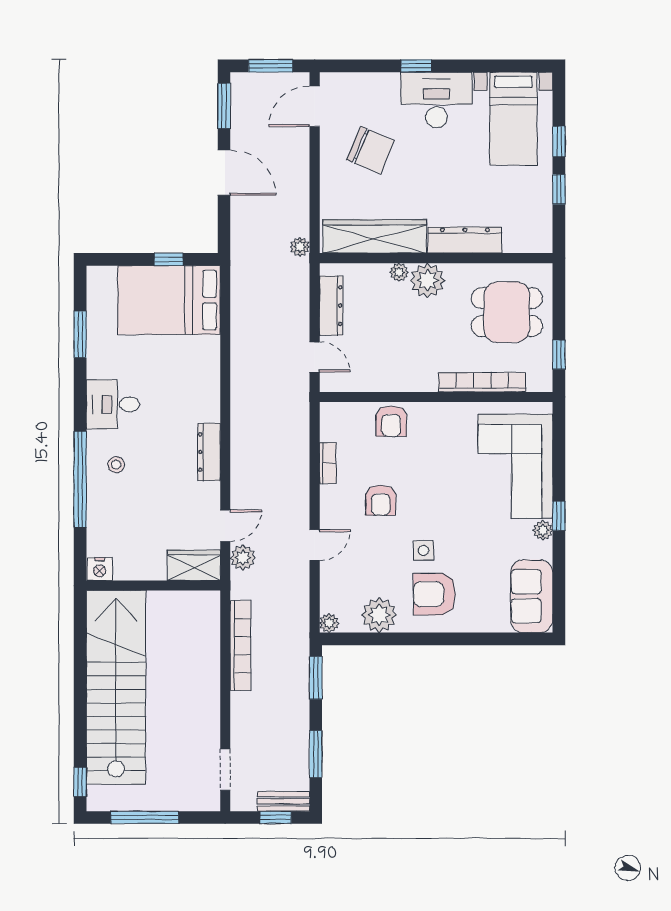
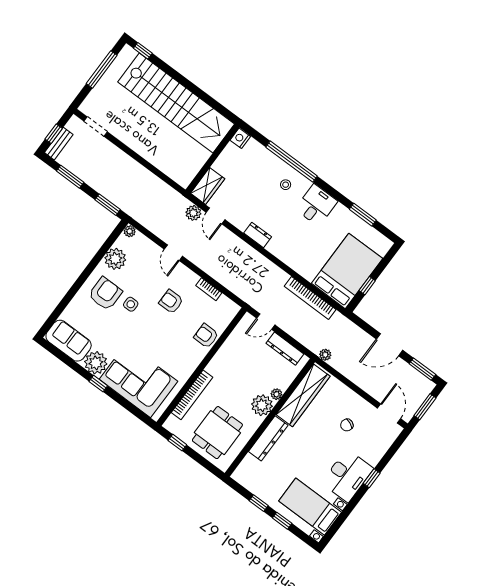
chair: (371, 150) -> (347, 425), width x0.54, depth x0.54
dresser: (209, 452) -> (258, 235), width x0.70
plant: (543, 530) -> (96, 363), width x1.88, depth x1.88
bookcase: (240, 646) -> (310, 298), moved

